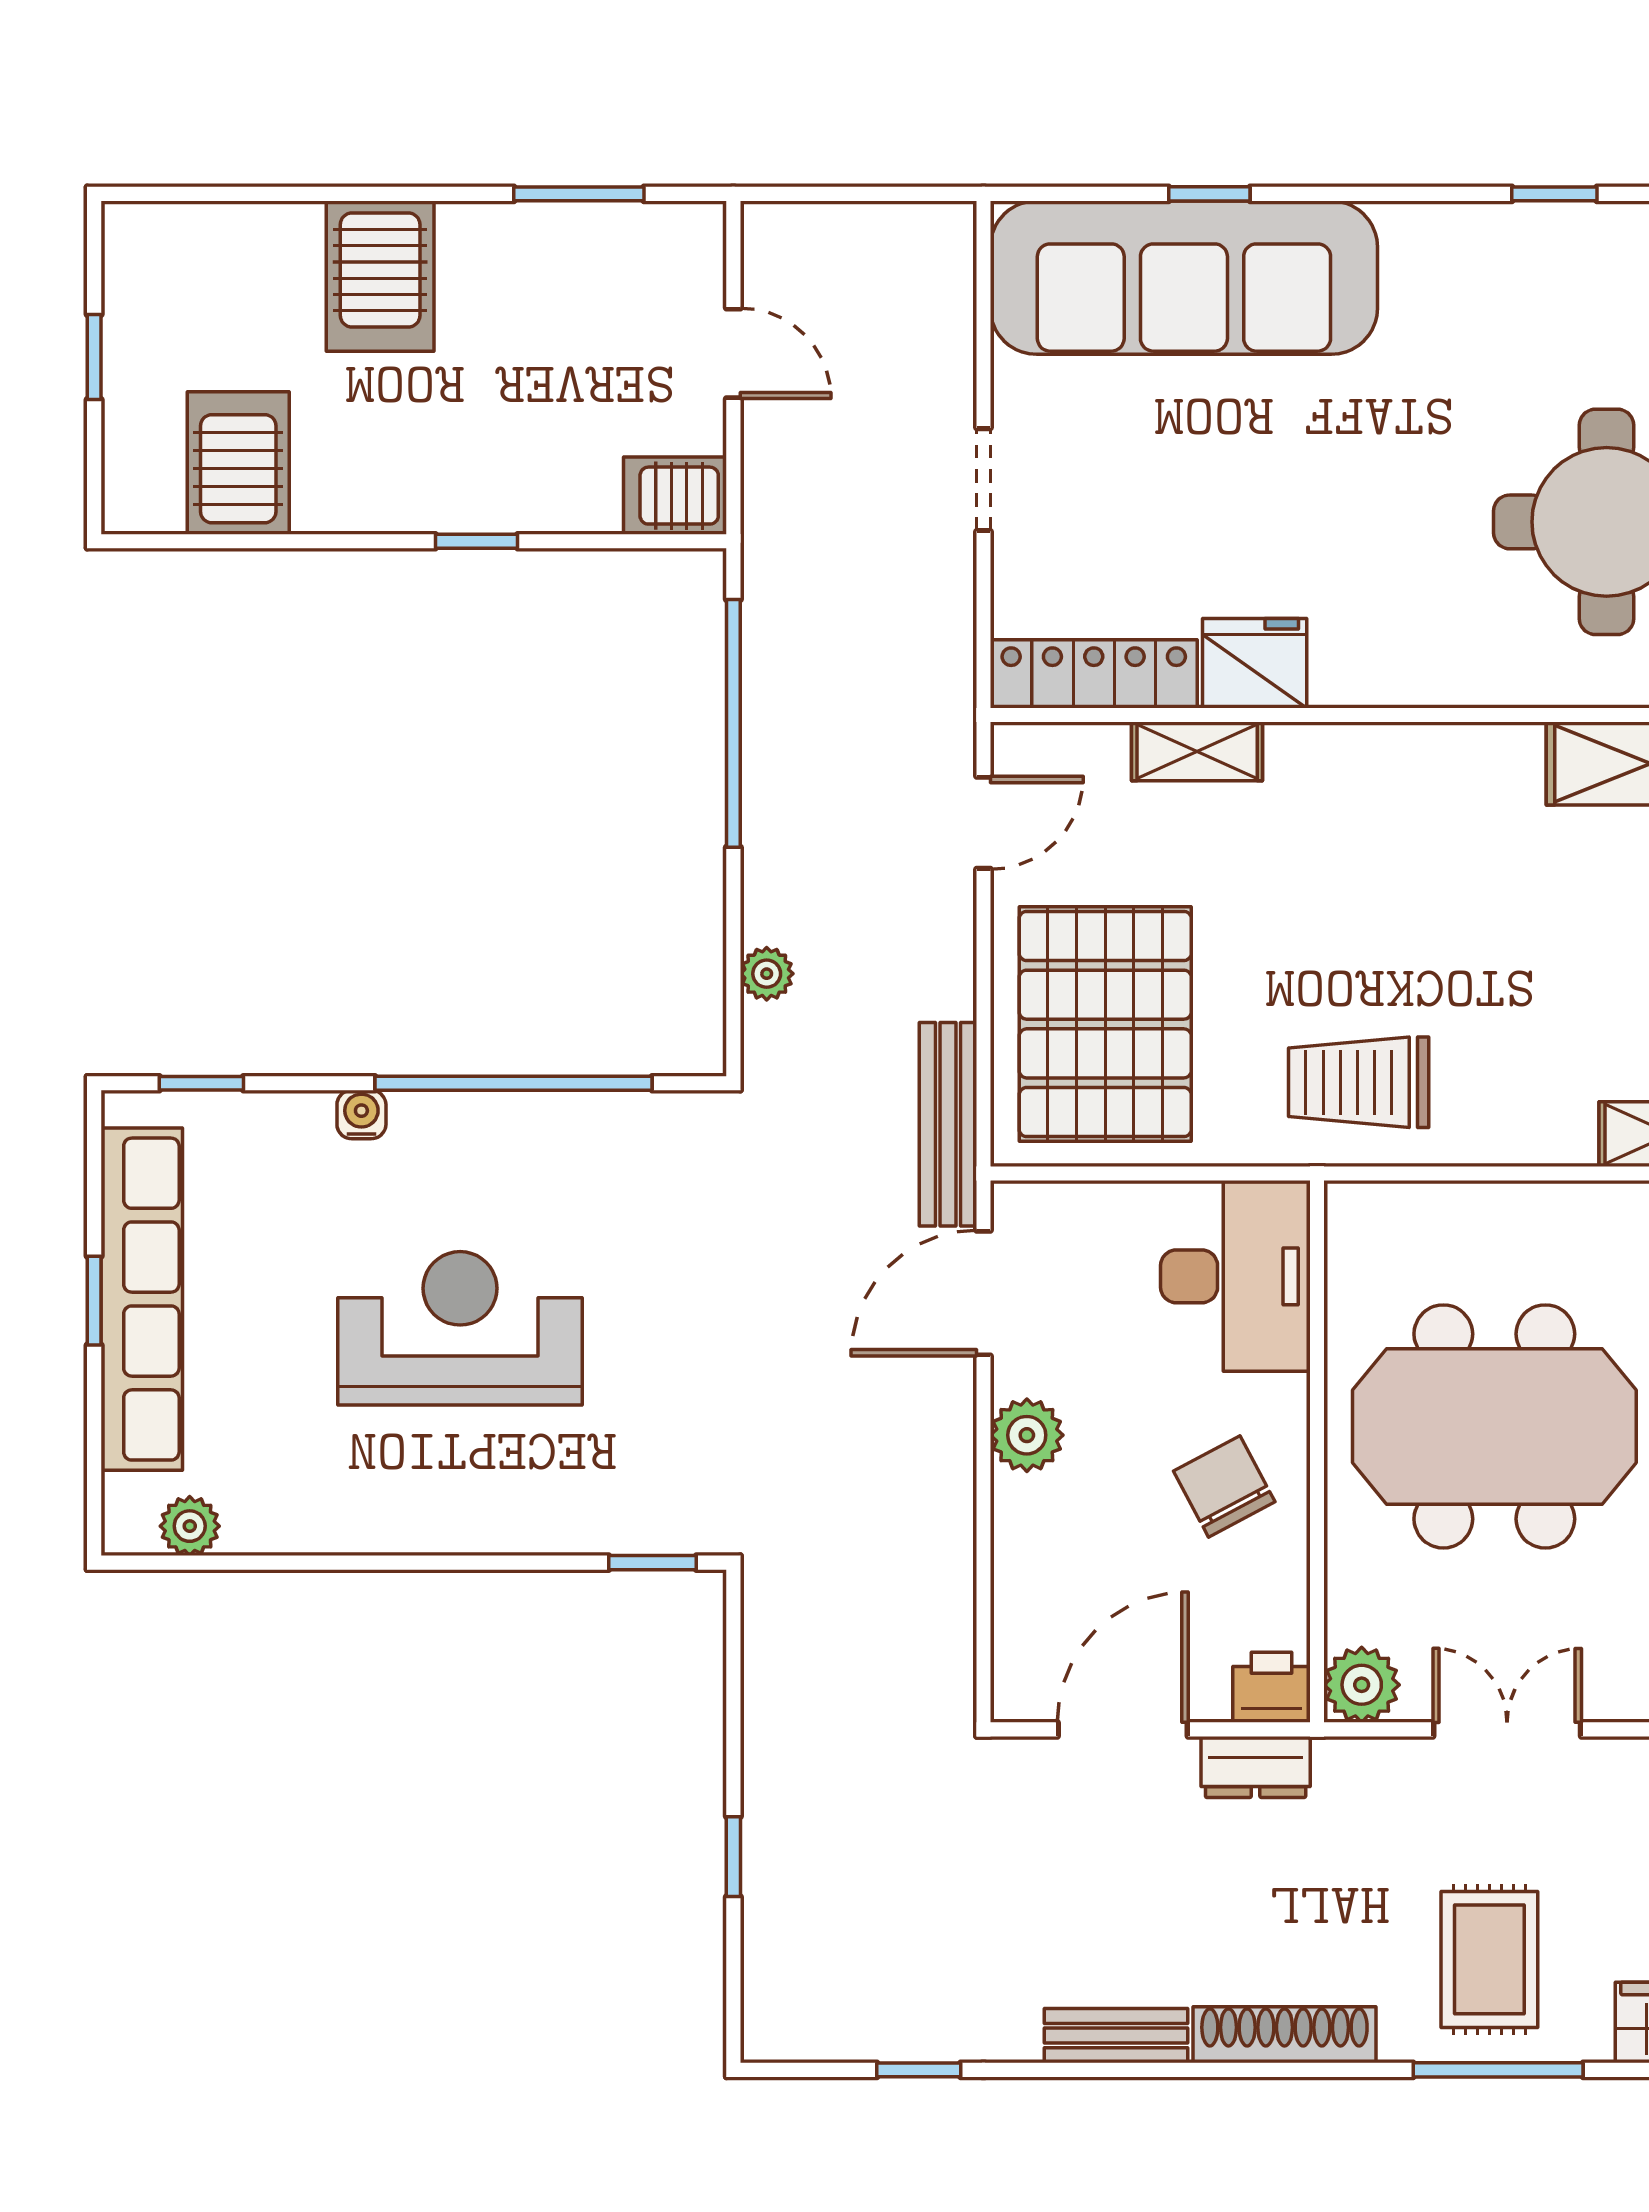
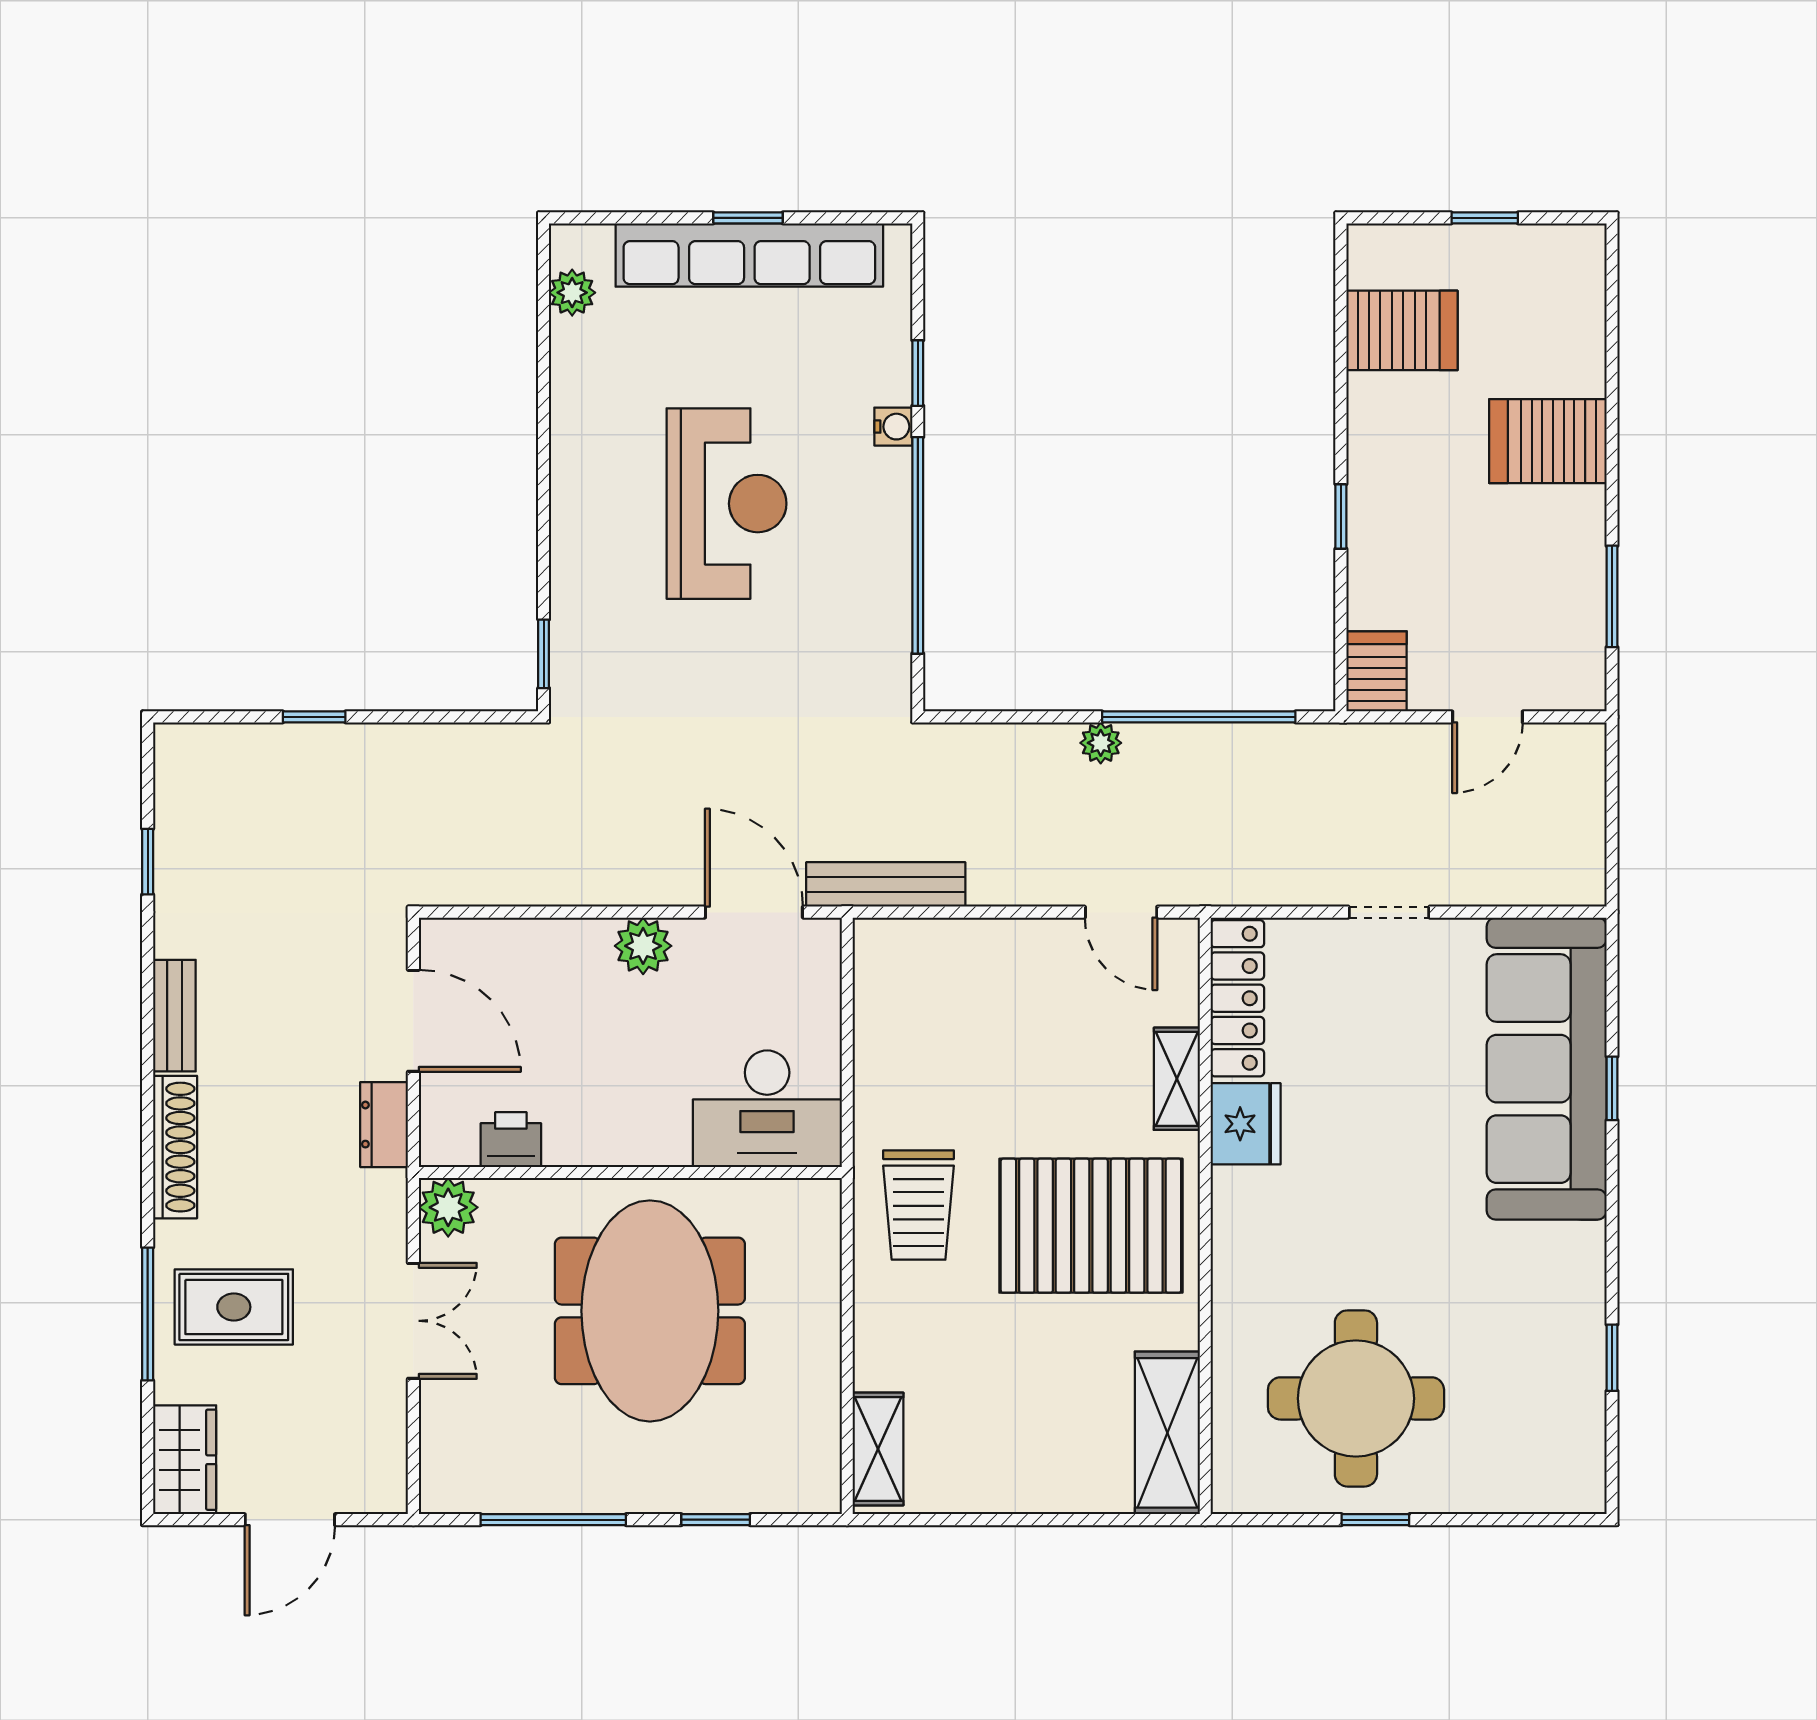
plant: (767, 974) -> (1101, 743), moved
pallet: (1105, 1024) -> (1091, 1226), moved
trolley: (1359, 1082) -> (919, 1205), turned 180
window: (201, 1083) -> (918, 373), moved
chair: (1224, 1486) -> (603, 1100), removed
printer: (1271, 1687) -> (511, 1140), moved, turned -90

